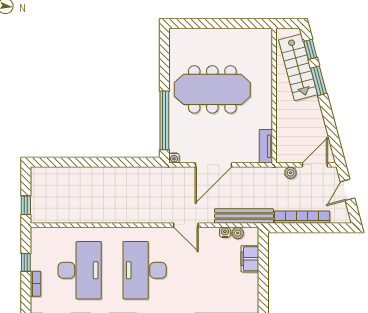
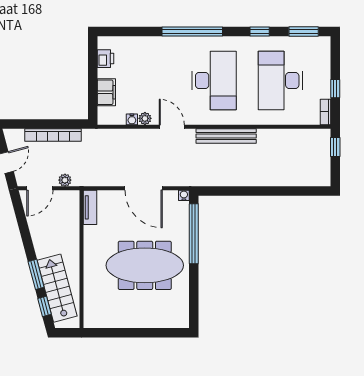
door: (213, 165) -> (144, 188), swing flipped
bench: (244, 216) -> (226, 136), moved
plant: (238, 233) -> (145, 118), moved
bookcase: (35, 284) -> (326, 112), moved
printer: (251, 292) -> (105, 59), added

